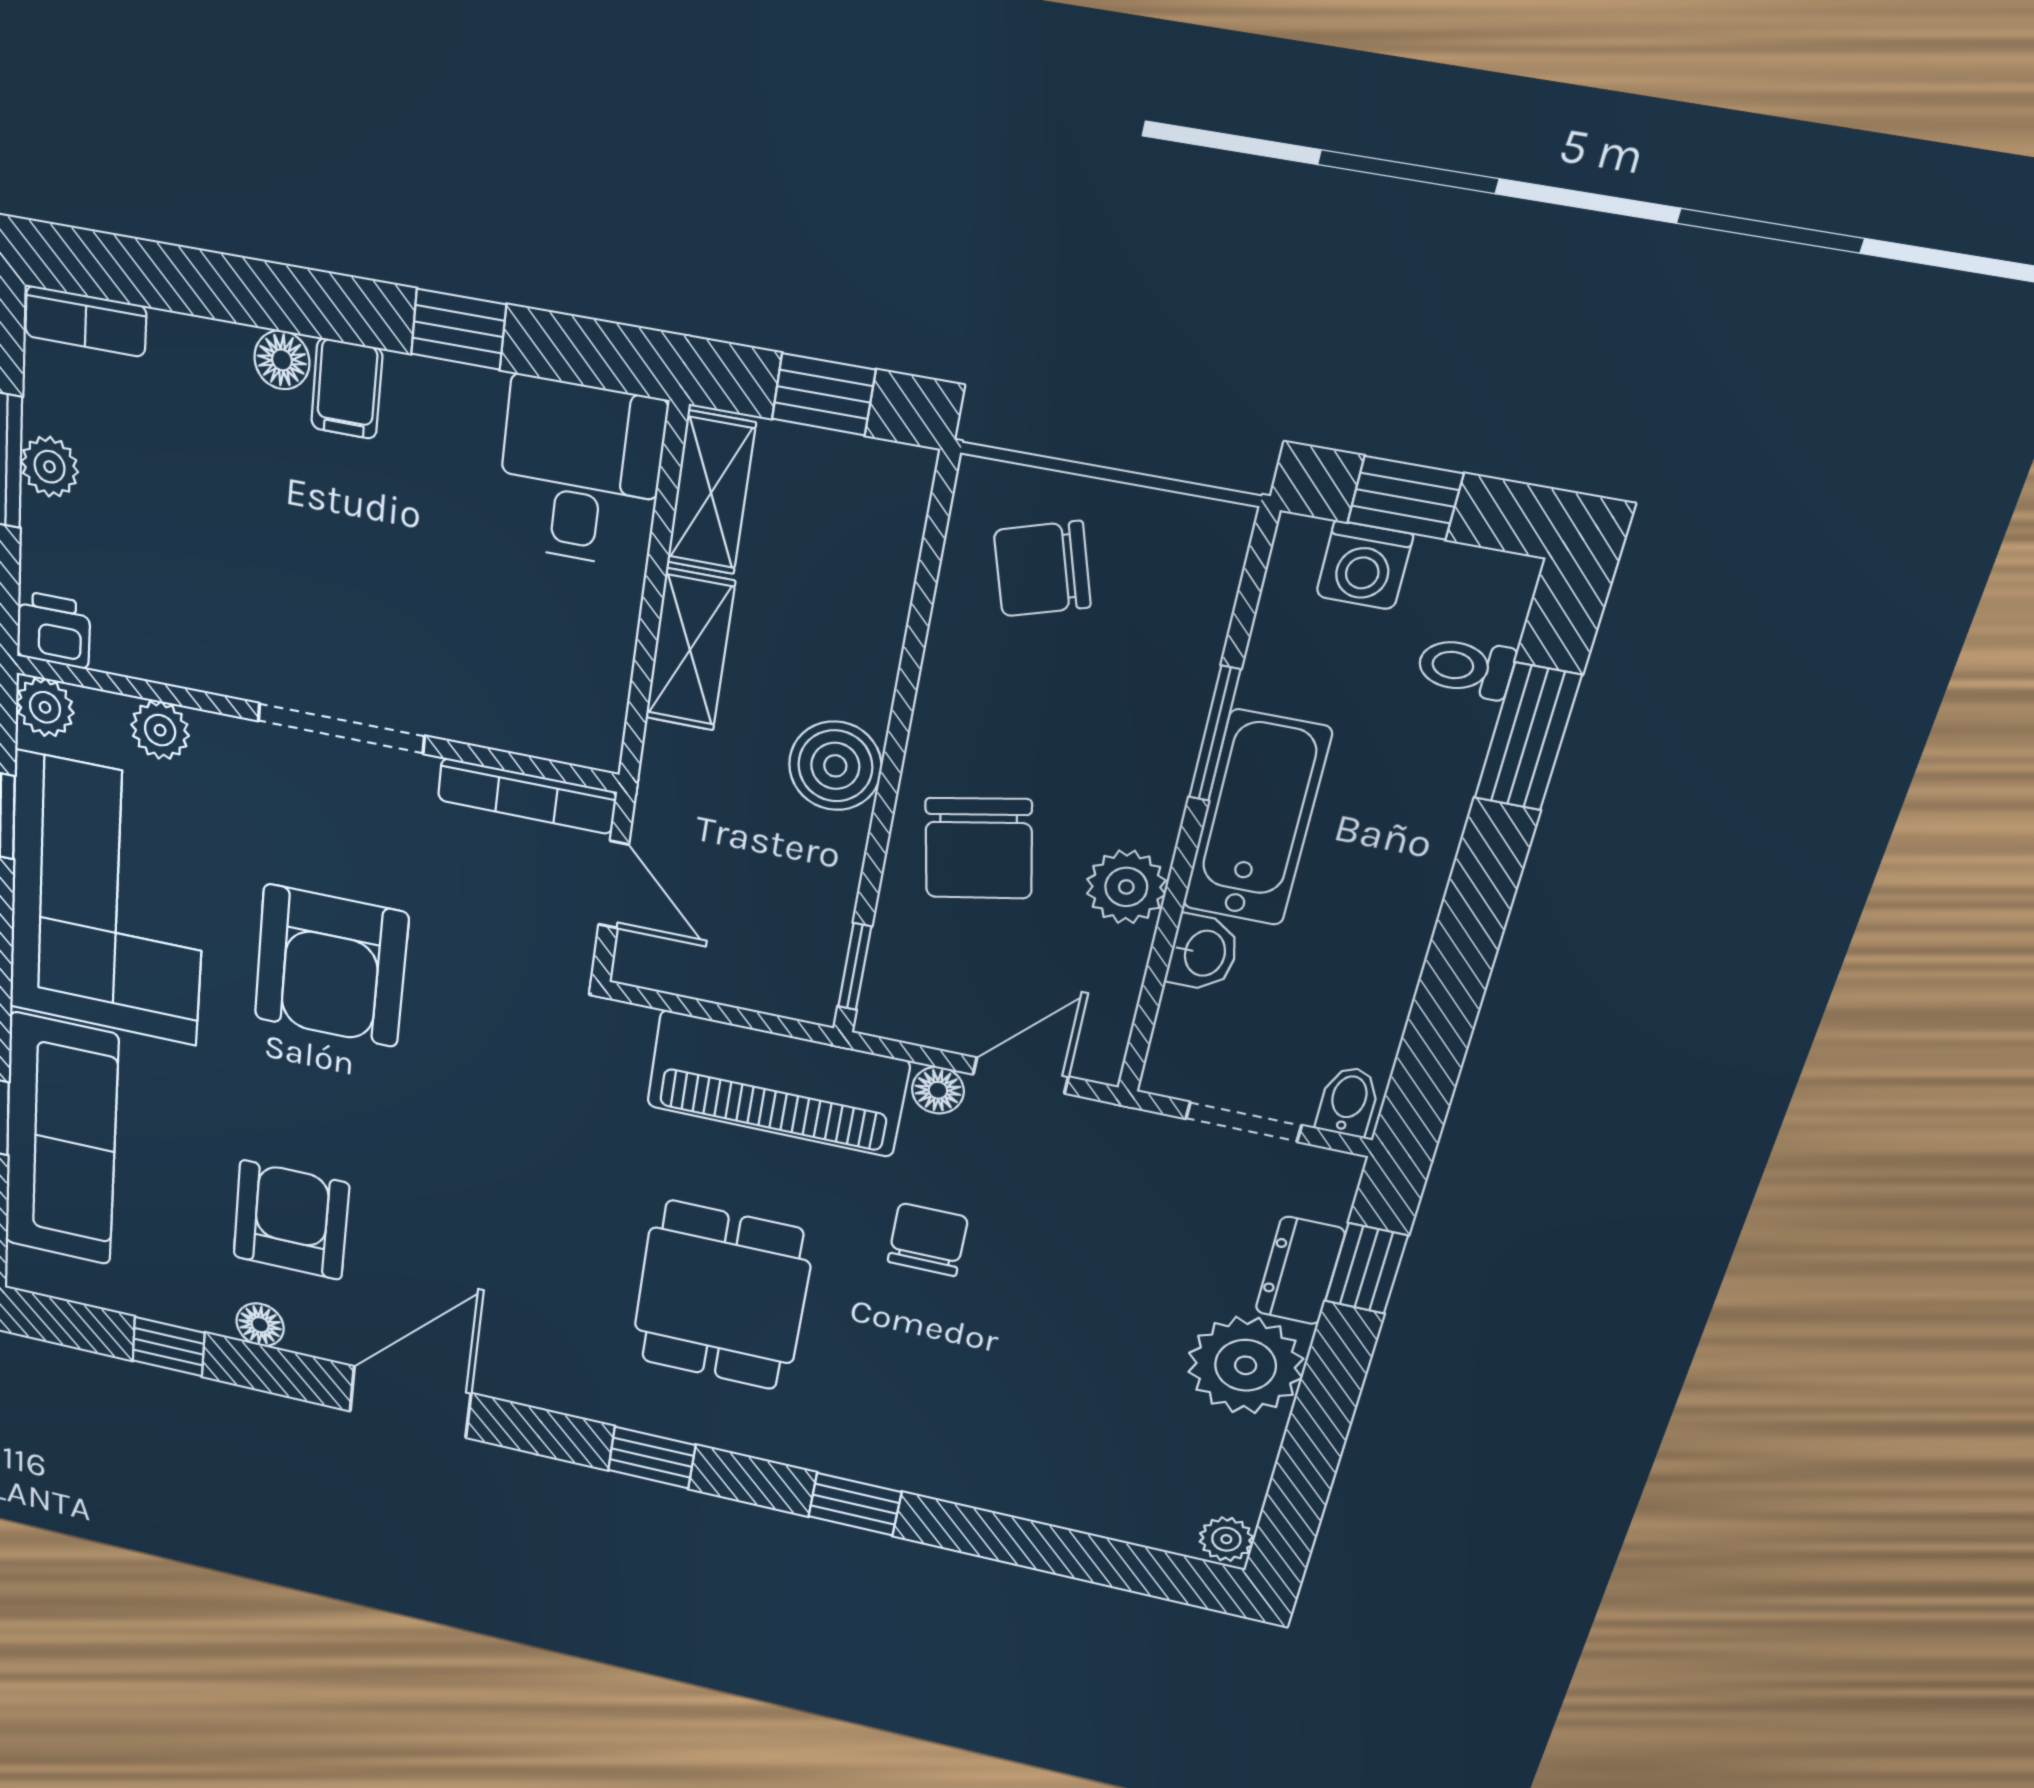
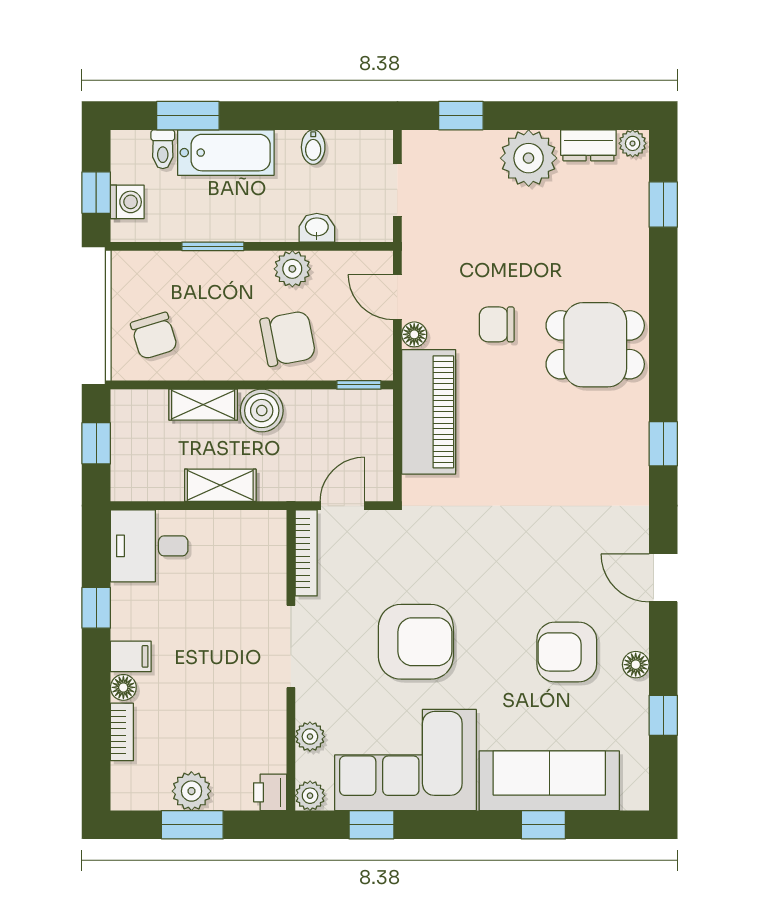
bookcase: (86, 321) -> (122, 732), moved
plant: (50, 467) -> (191, 791), width x1.38, depth x1.38
shelving: (711, 493) -> (203, 405), moved
bathtub: (1257, 819) -> (226, 153), moved, turned 180
bidet: (1348, 1101) -> (313, 147), moved, turned -90
dresser: (1300, 1271) -> (588, 145), moved
dining table: (722, 1296) -> (595, 345), moved
door: (410, 1402) -> (663, 578), width x0.73
window: (855, 1504) -> (663, 205), moved

